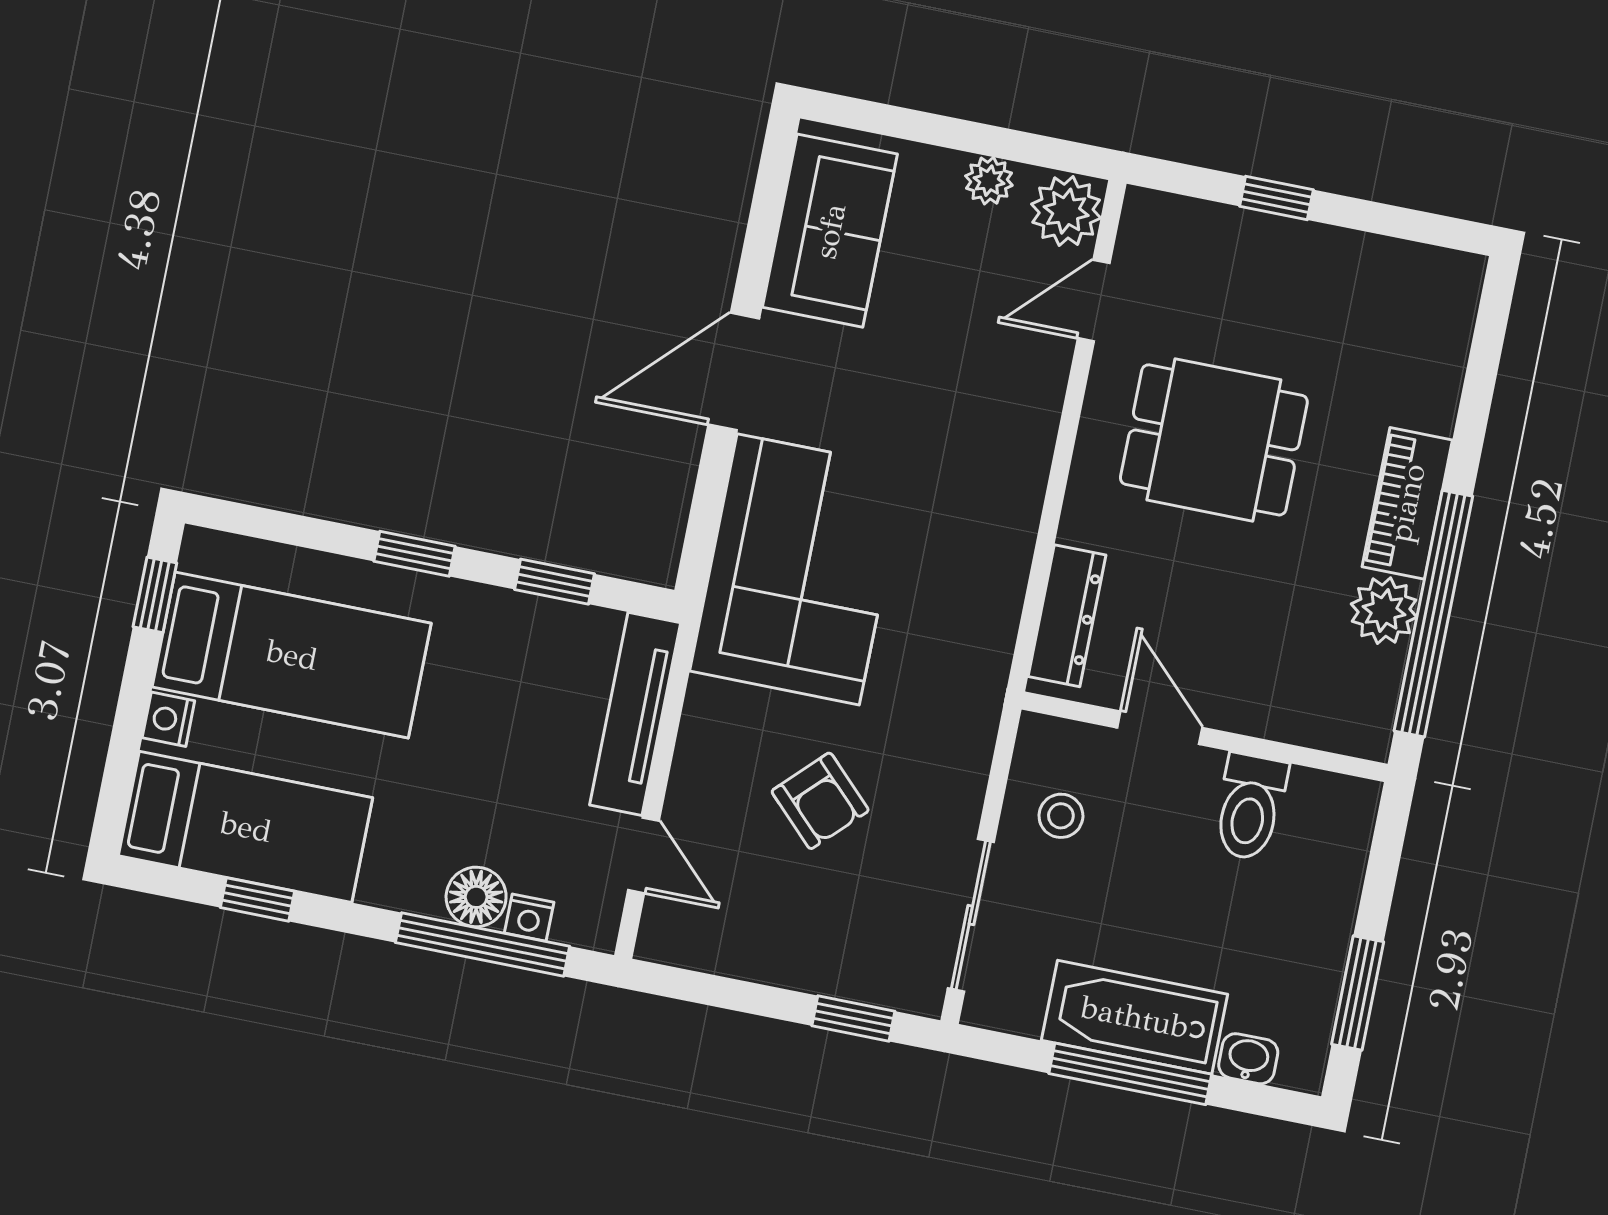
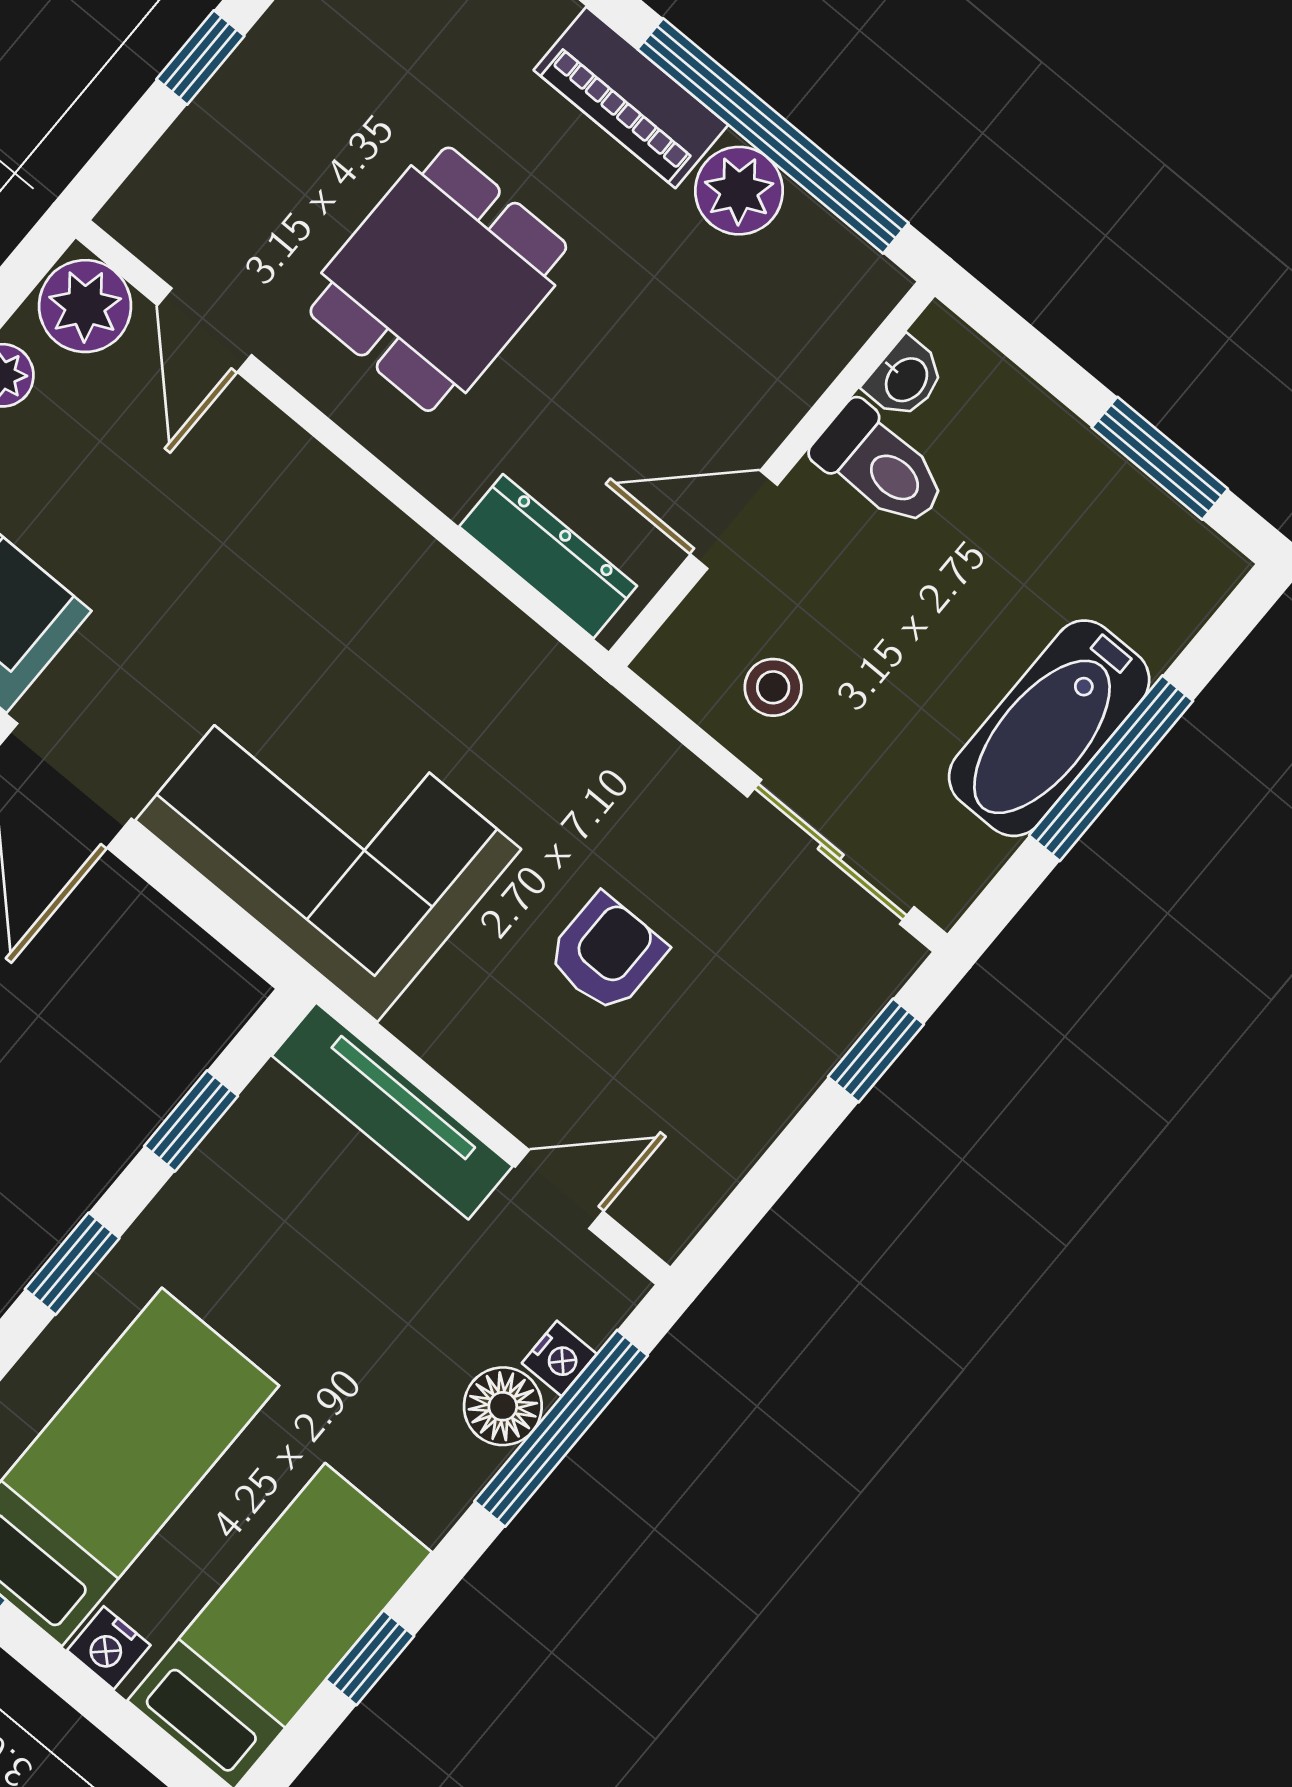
armchair: (820, 801) -> (606, 953), turned -45
washbasin: (1248, 1059) -> (905, 379), moved, turned 180

